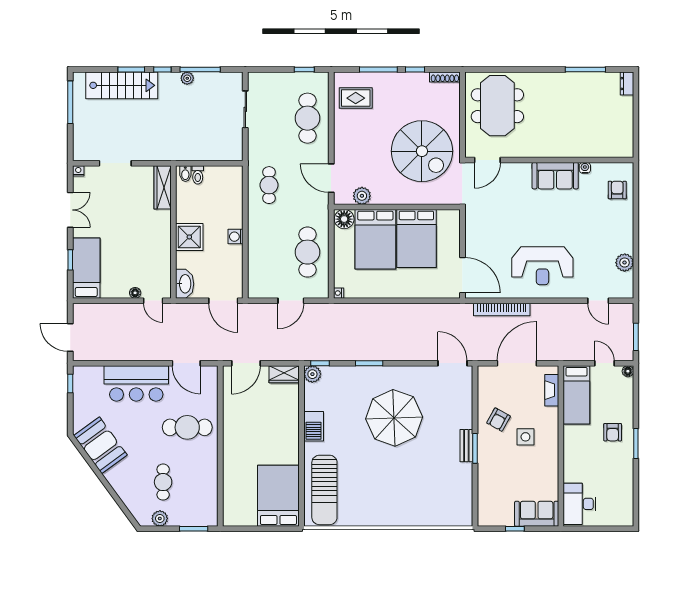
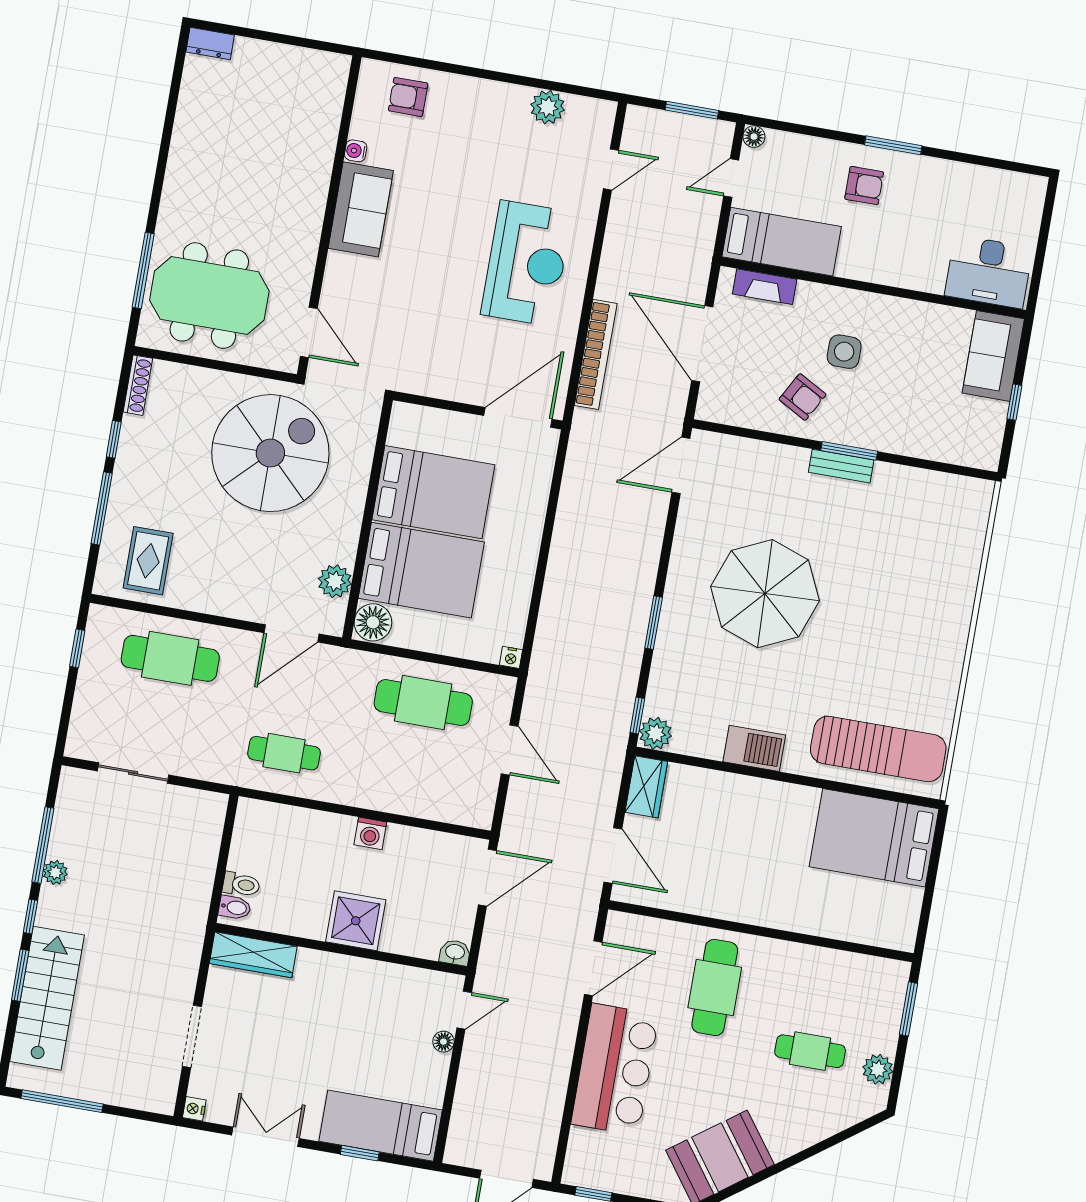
window: (585, 69) -> (143, 270), moved
washbasin: (185, 284) -> (455, 953), width x0.52, depth x0.69

